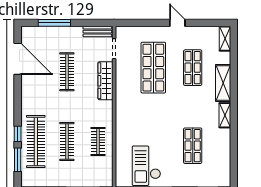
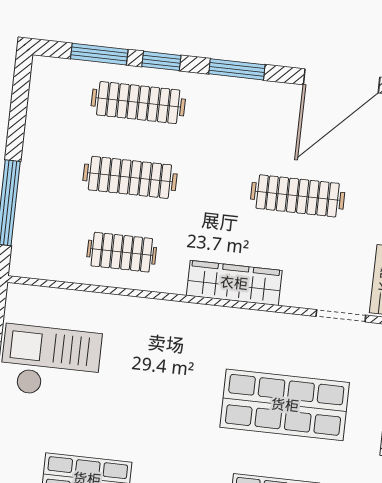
wardrobe: (106, 81) -> (234, 283), moved
window: (18, 102) -> (237, 69), added
clothes rail: (36, 141) -> (138, 103), width x0.73, depth x0.76

